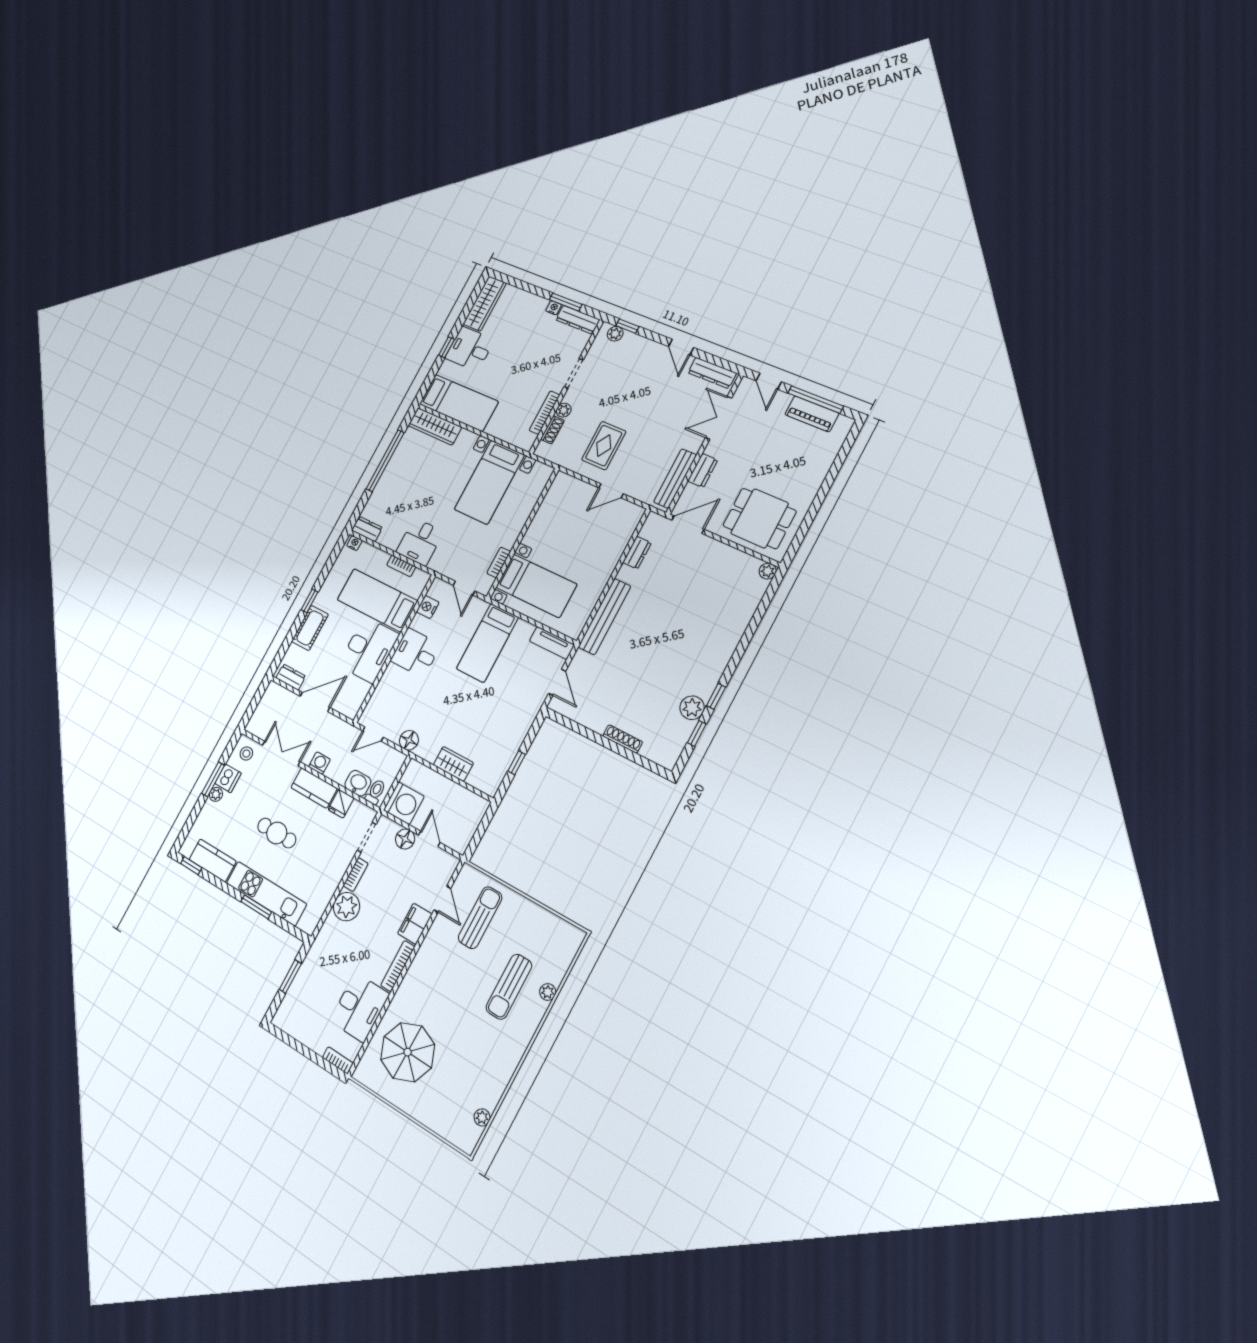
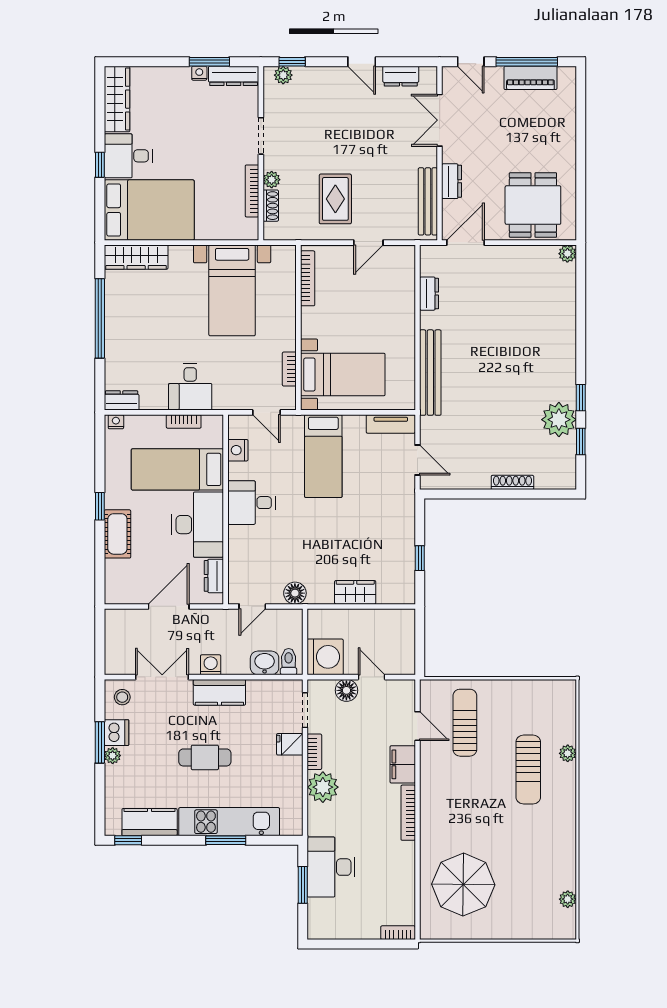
dresser: (712, 373) -> (401, 76), width x0.70
bed: (459, 403) -> (149, 210), width x1.50
bookcase: (550, 498) -> (308, 278), added
dining table: (760, 518) -> (533, 205), turned 90
dresser: (291, 677) -> (214, 576), moved, turned -90
plant: (692, 708) -> (559, 420), width x1.36, depth x1.36
fridge: (341, 804) -> (290, 744), moved, turned 90
desk: (359, 1007) -> (331, 867), moved, turned 180

